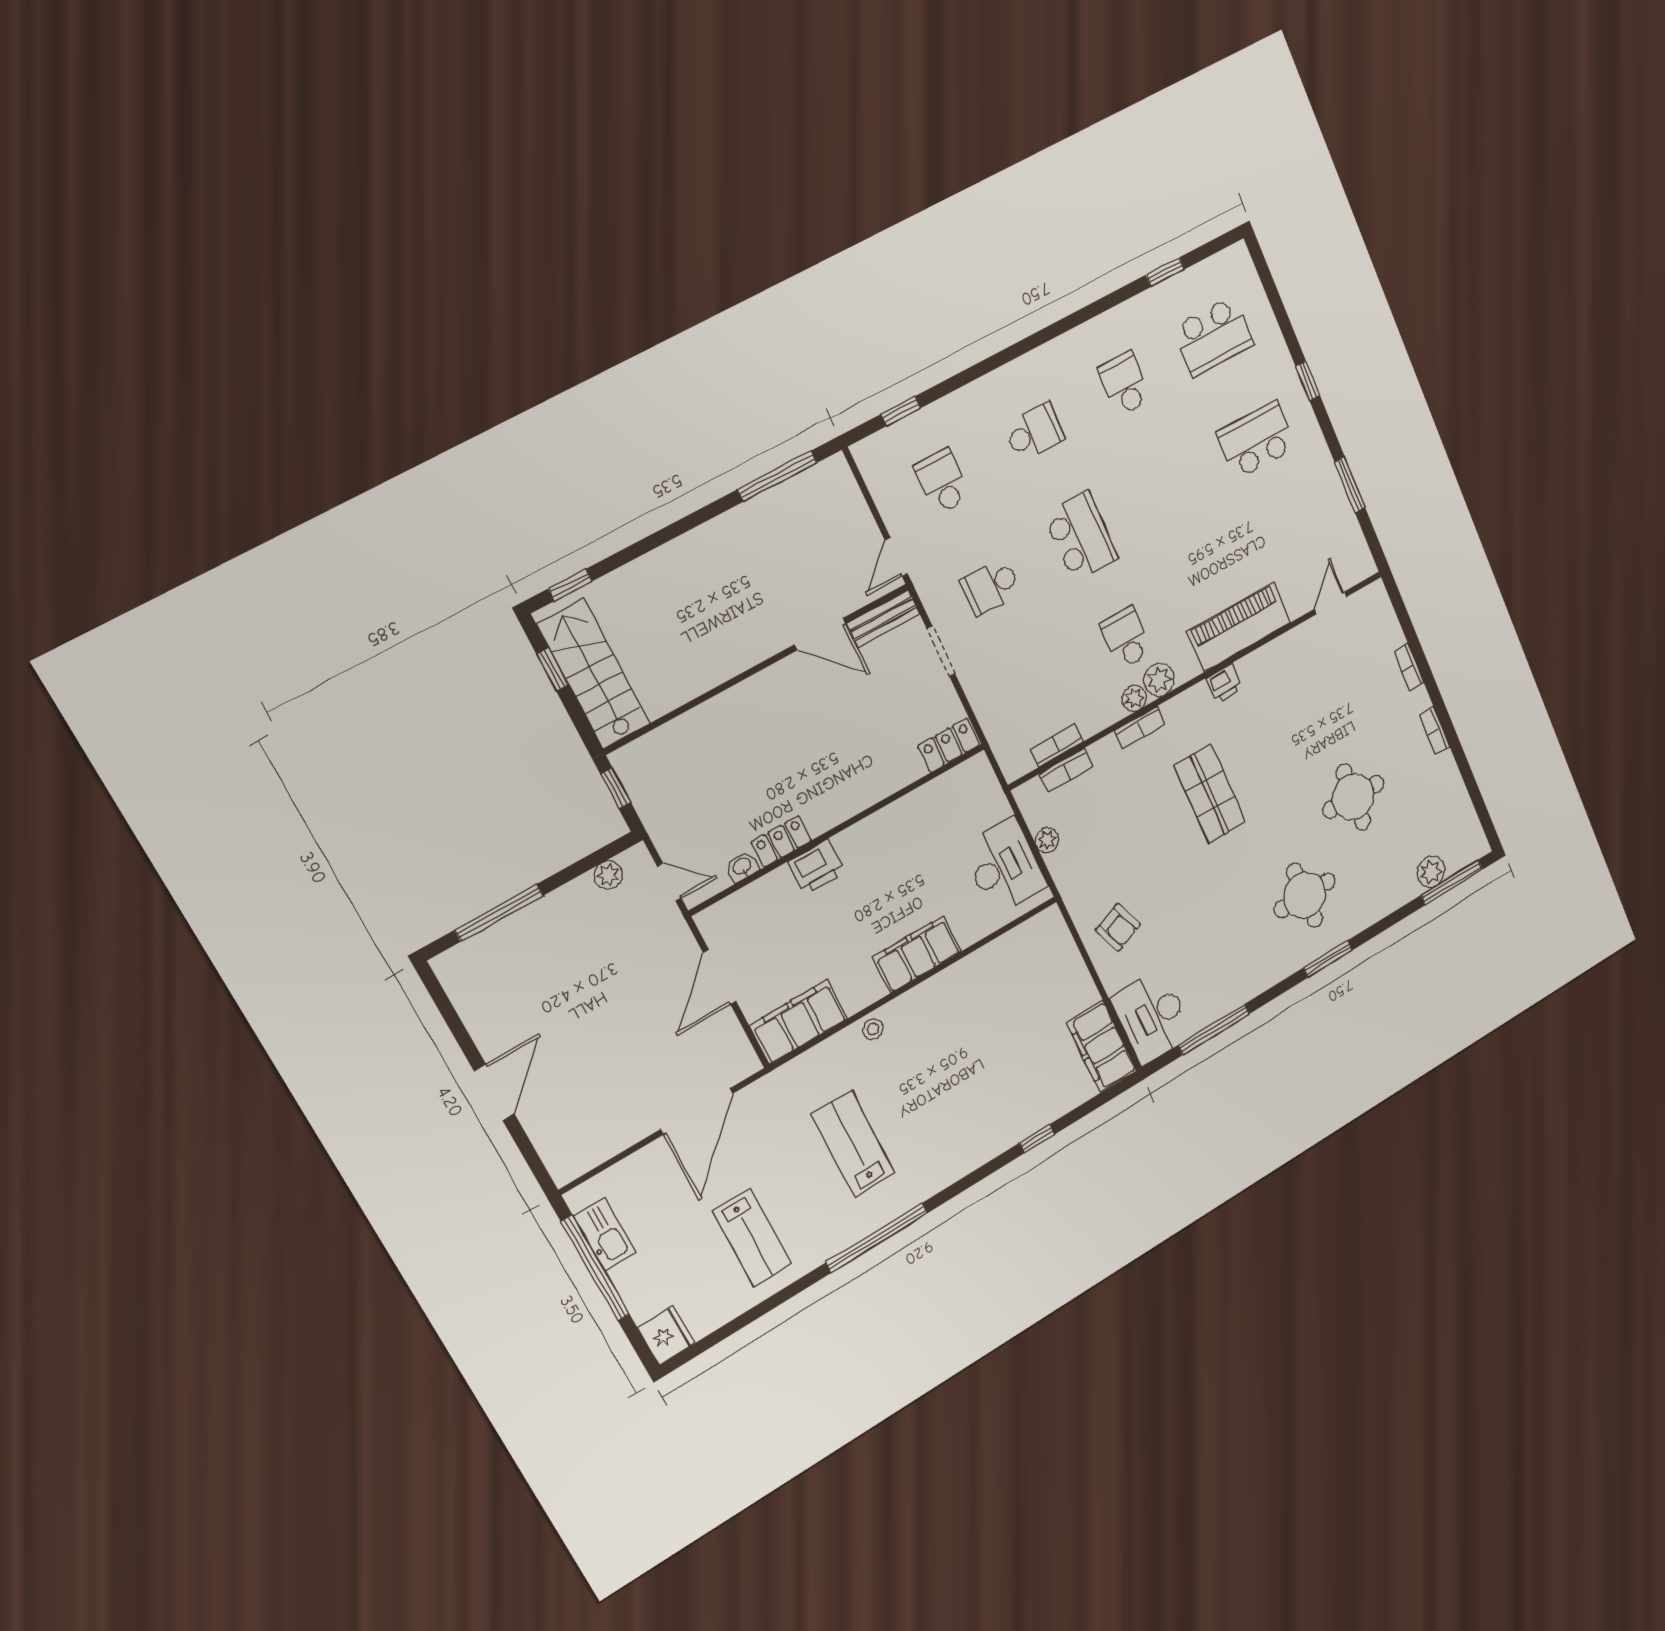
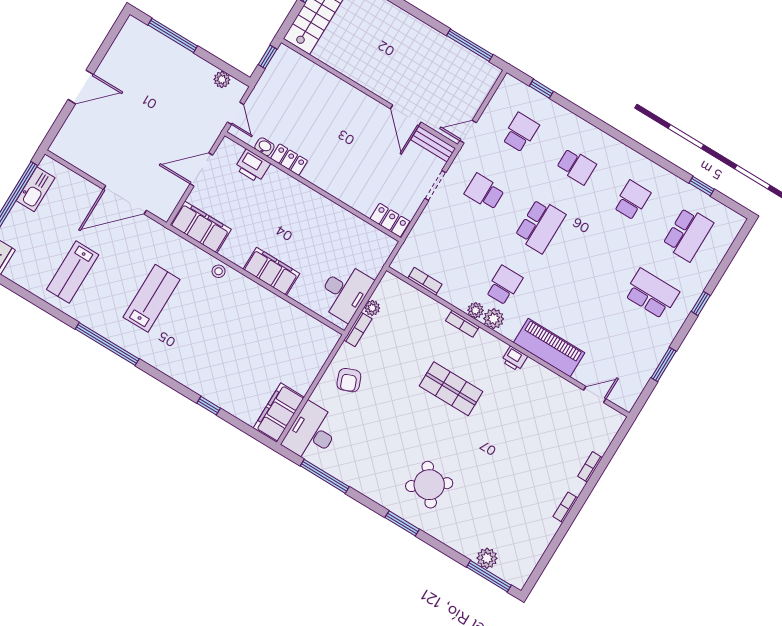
school desk: (1213, 336) -> (688, 234), turned -90
bookcase: (1066, 770) -> (358, 329), moved, turned -90
shop shelf: (1210, 794) -> (451, 389), turned 90
round table: (1353, 797) -> (500, 479), removed
printer: (816, 867) -> (252, 166), moved
round table: (1305, 895) -> (429, 485), turned -36

